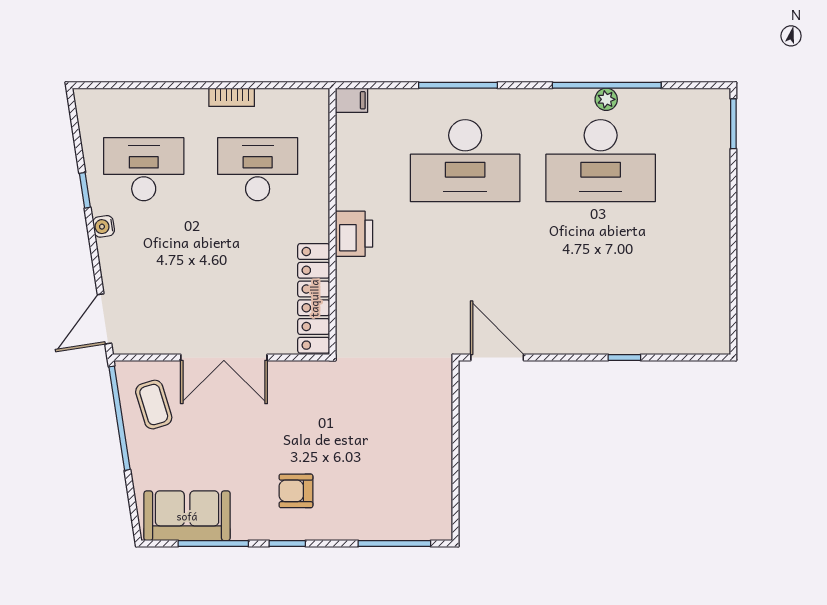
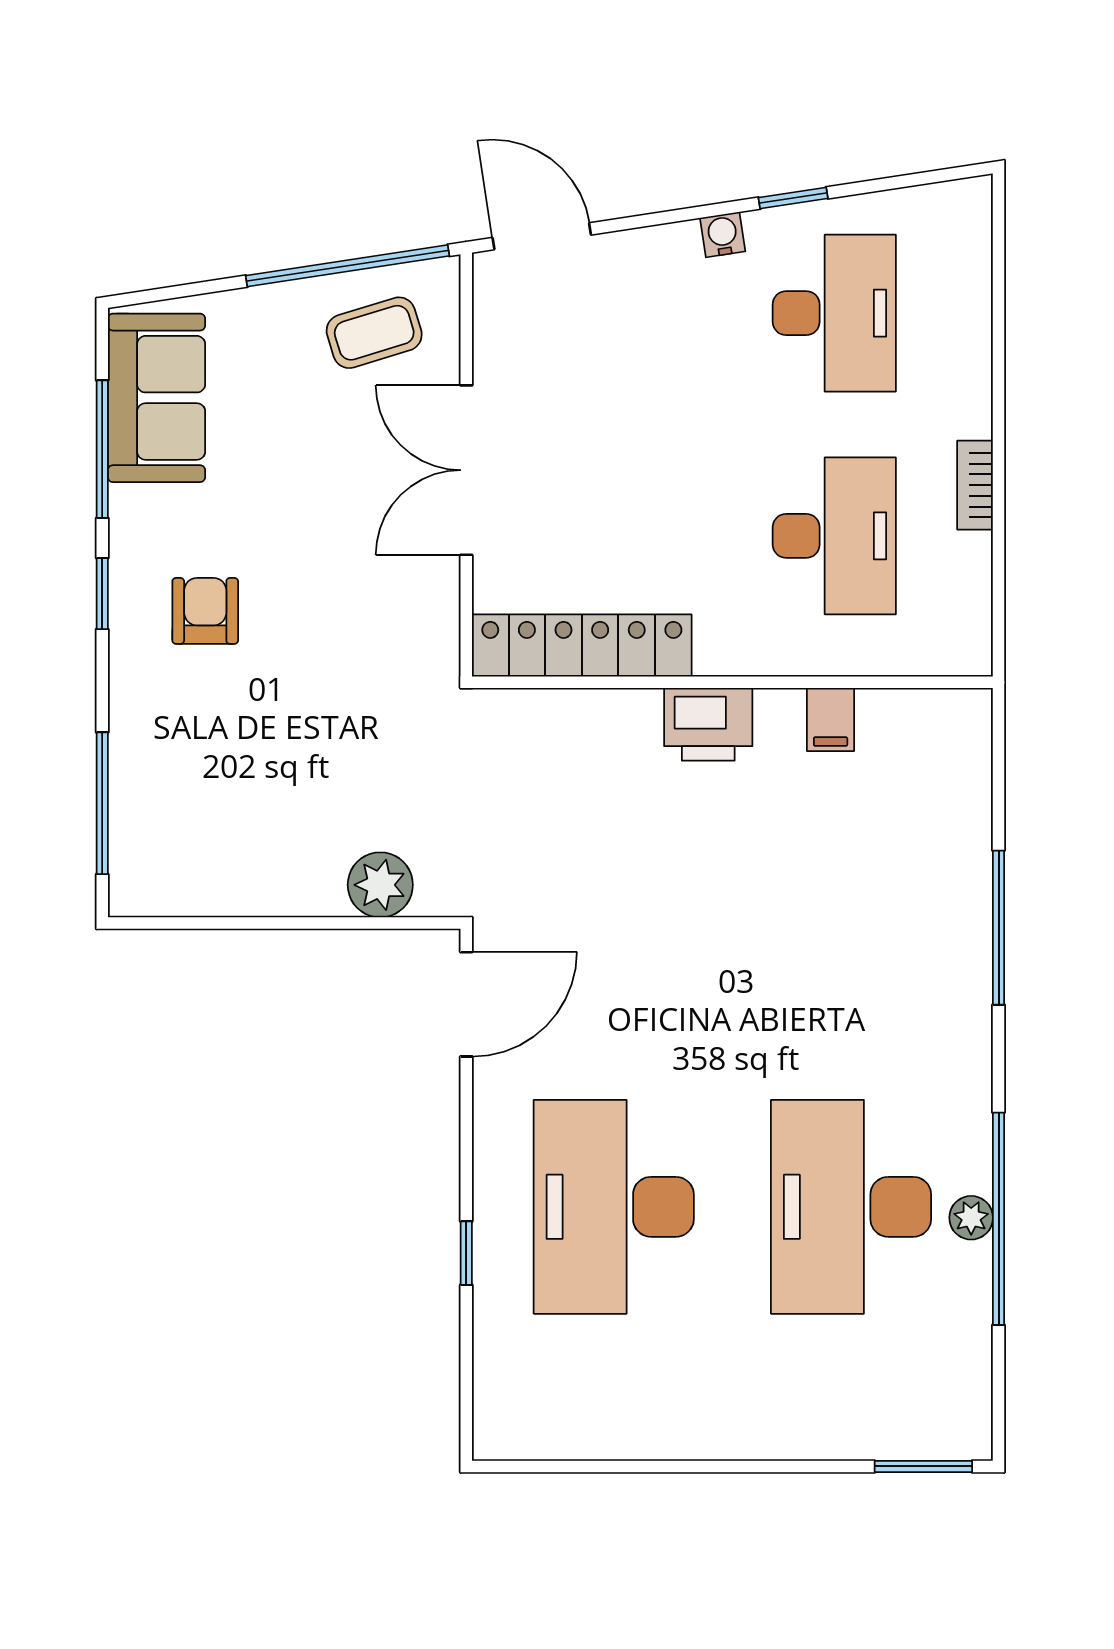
filing cabinet: (351, 100) -> (831, 719), moved
desk: (465, 161) -> (614, 1207), moved
plant: (436, 401) -> (380, 885), added

